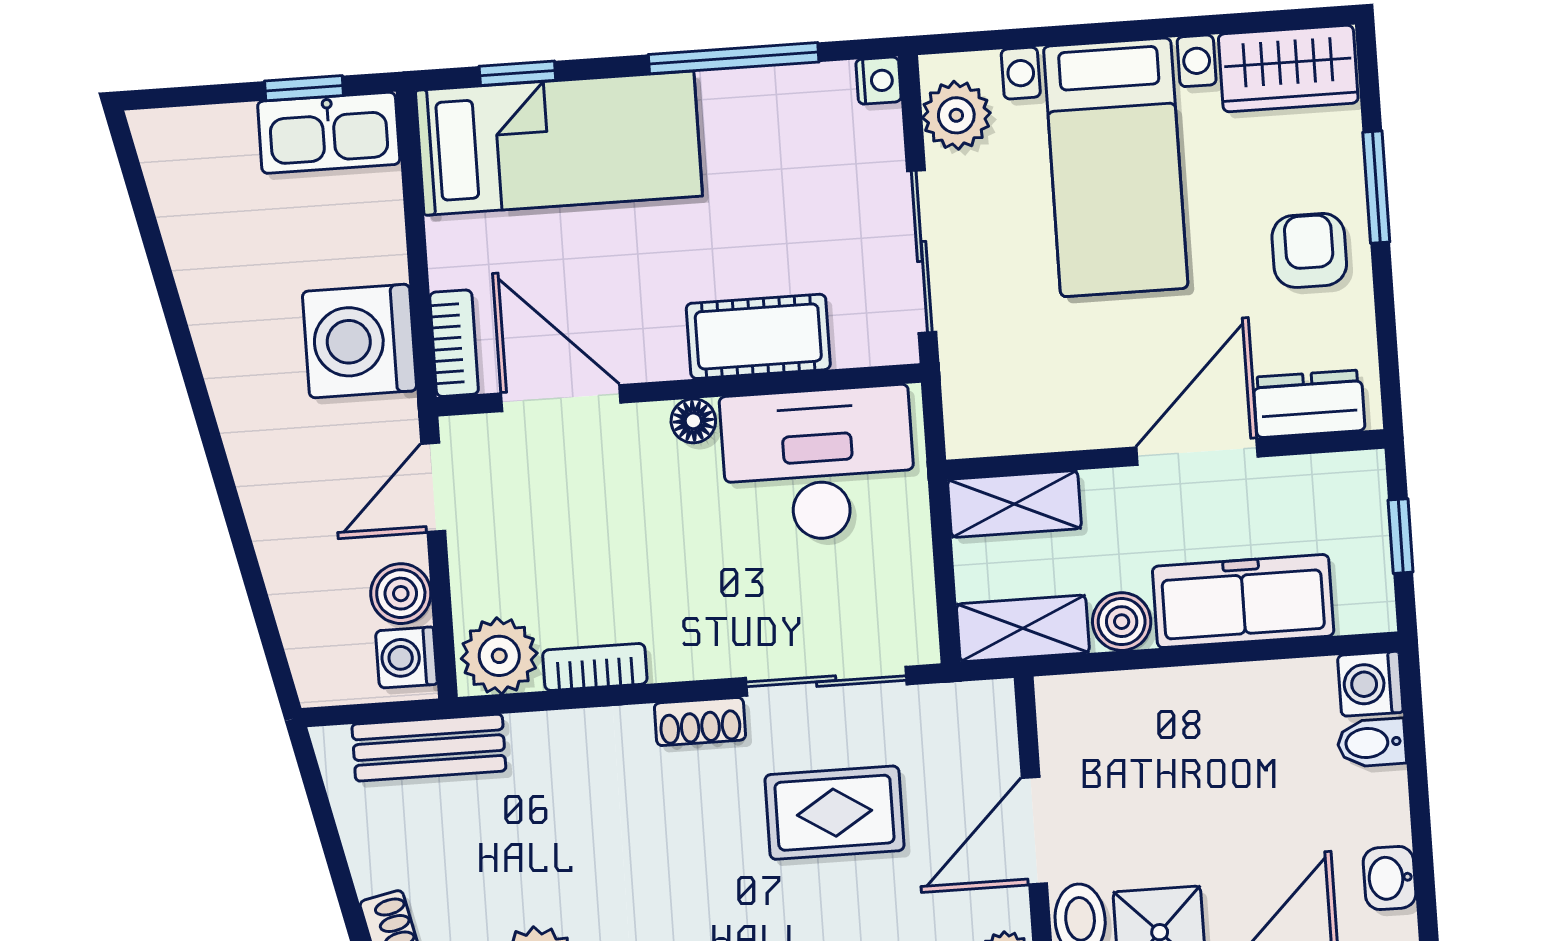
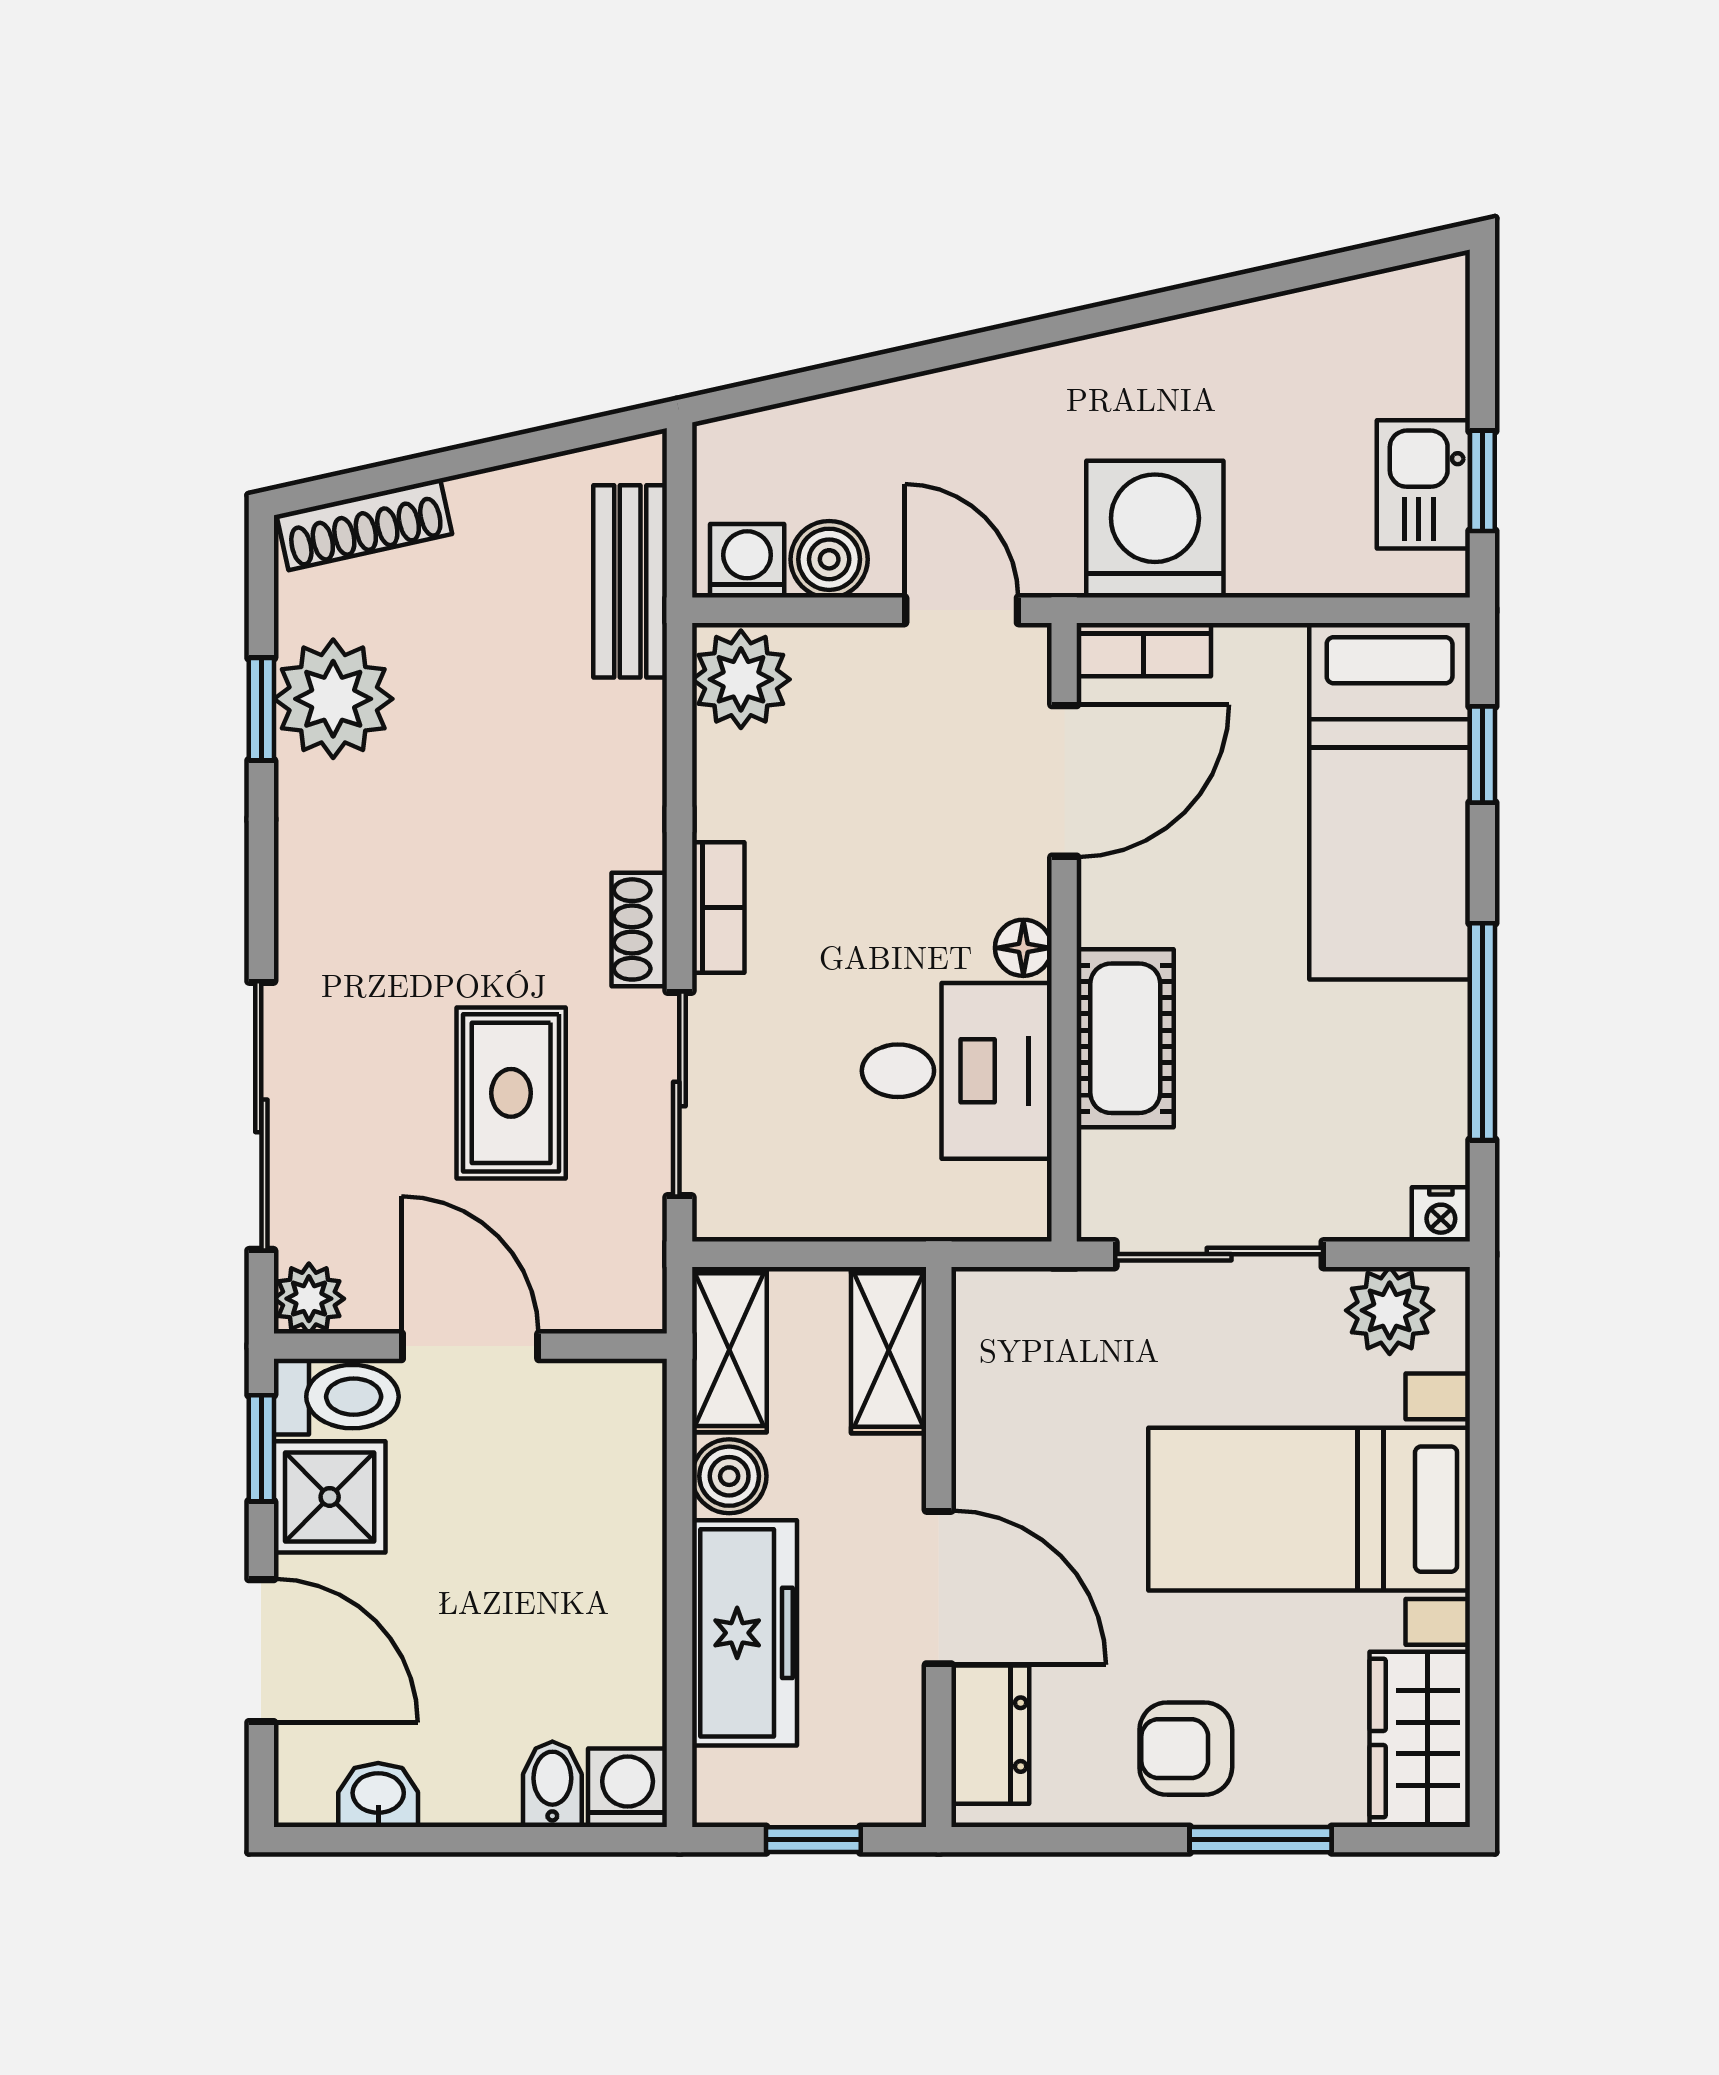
kitchen sink: (329, 133) -> (1423, 484), width x0.73
armchair: (1309, 250) -> (1186, 1749), turned 180
desk: (818, 464) -> (957, 1071), width x0.73
bookcase: (595, 667) -> (718, 908), moved

